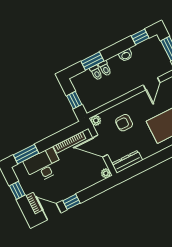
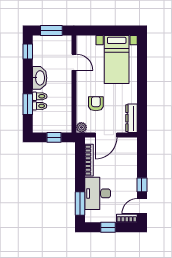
washbasin: (126, 55) -> (40, 78), width x1.91, depth x1.45
armchair: (124, 123) -> (96, 104), turned 180
plant: (106, 173) -> (132, 142), removed

